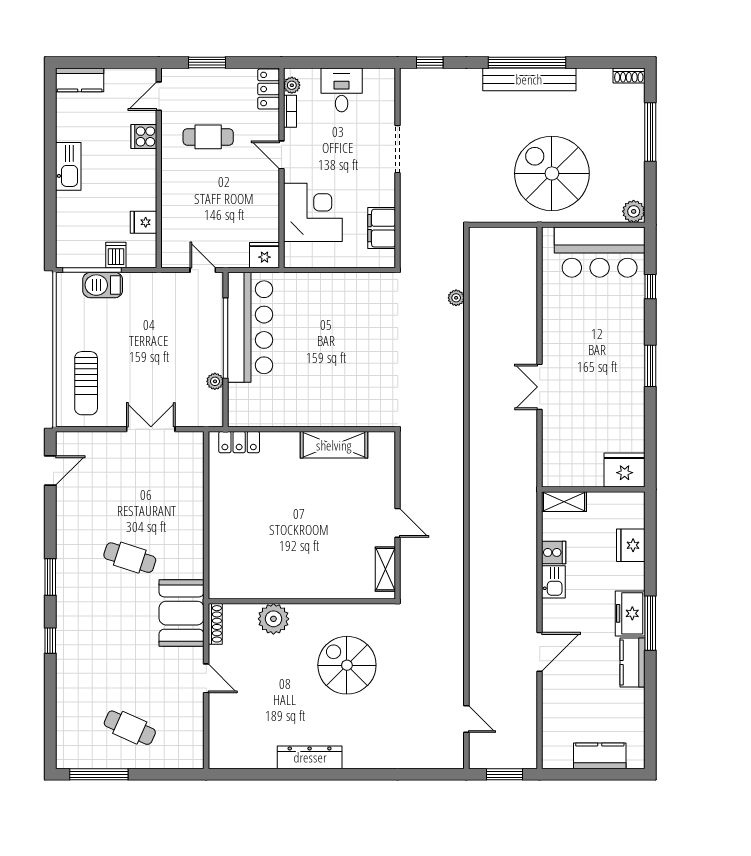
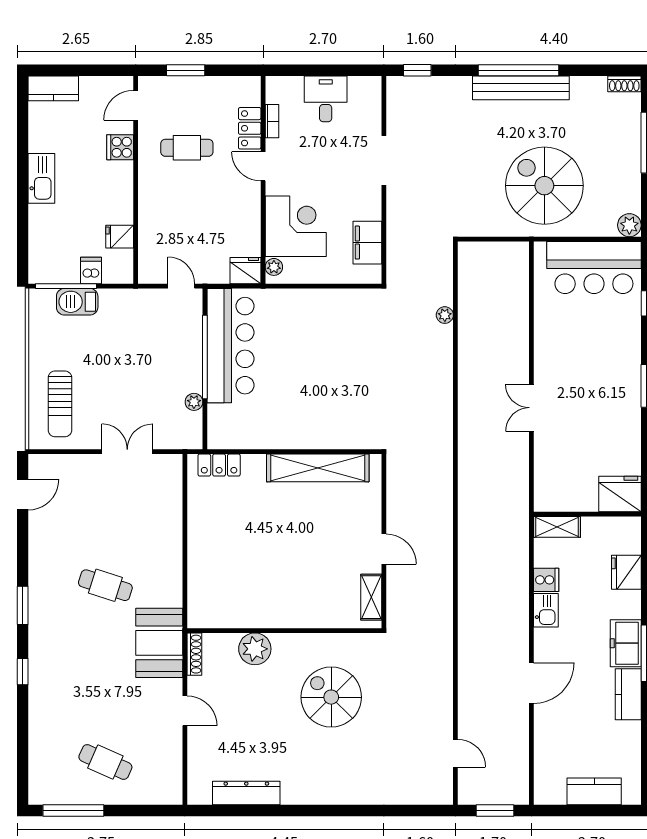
plant: (292, 85) -> (274, 267), moved
locker: (269, 89) -> (250, 128), moved
shelving: (334, 445) -> (318, 468), width x1.47
dresser: (310, 757) -> (246, 793), moved

